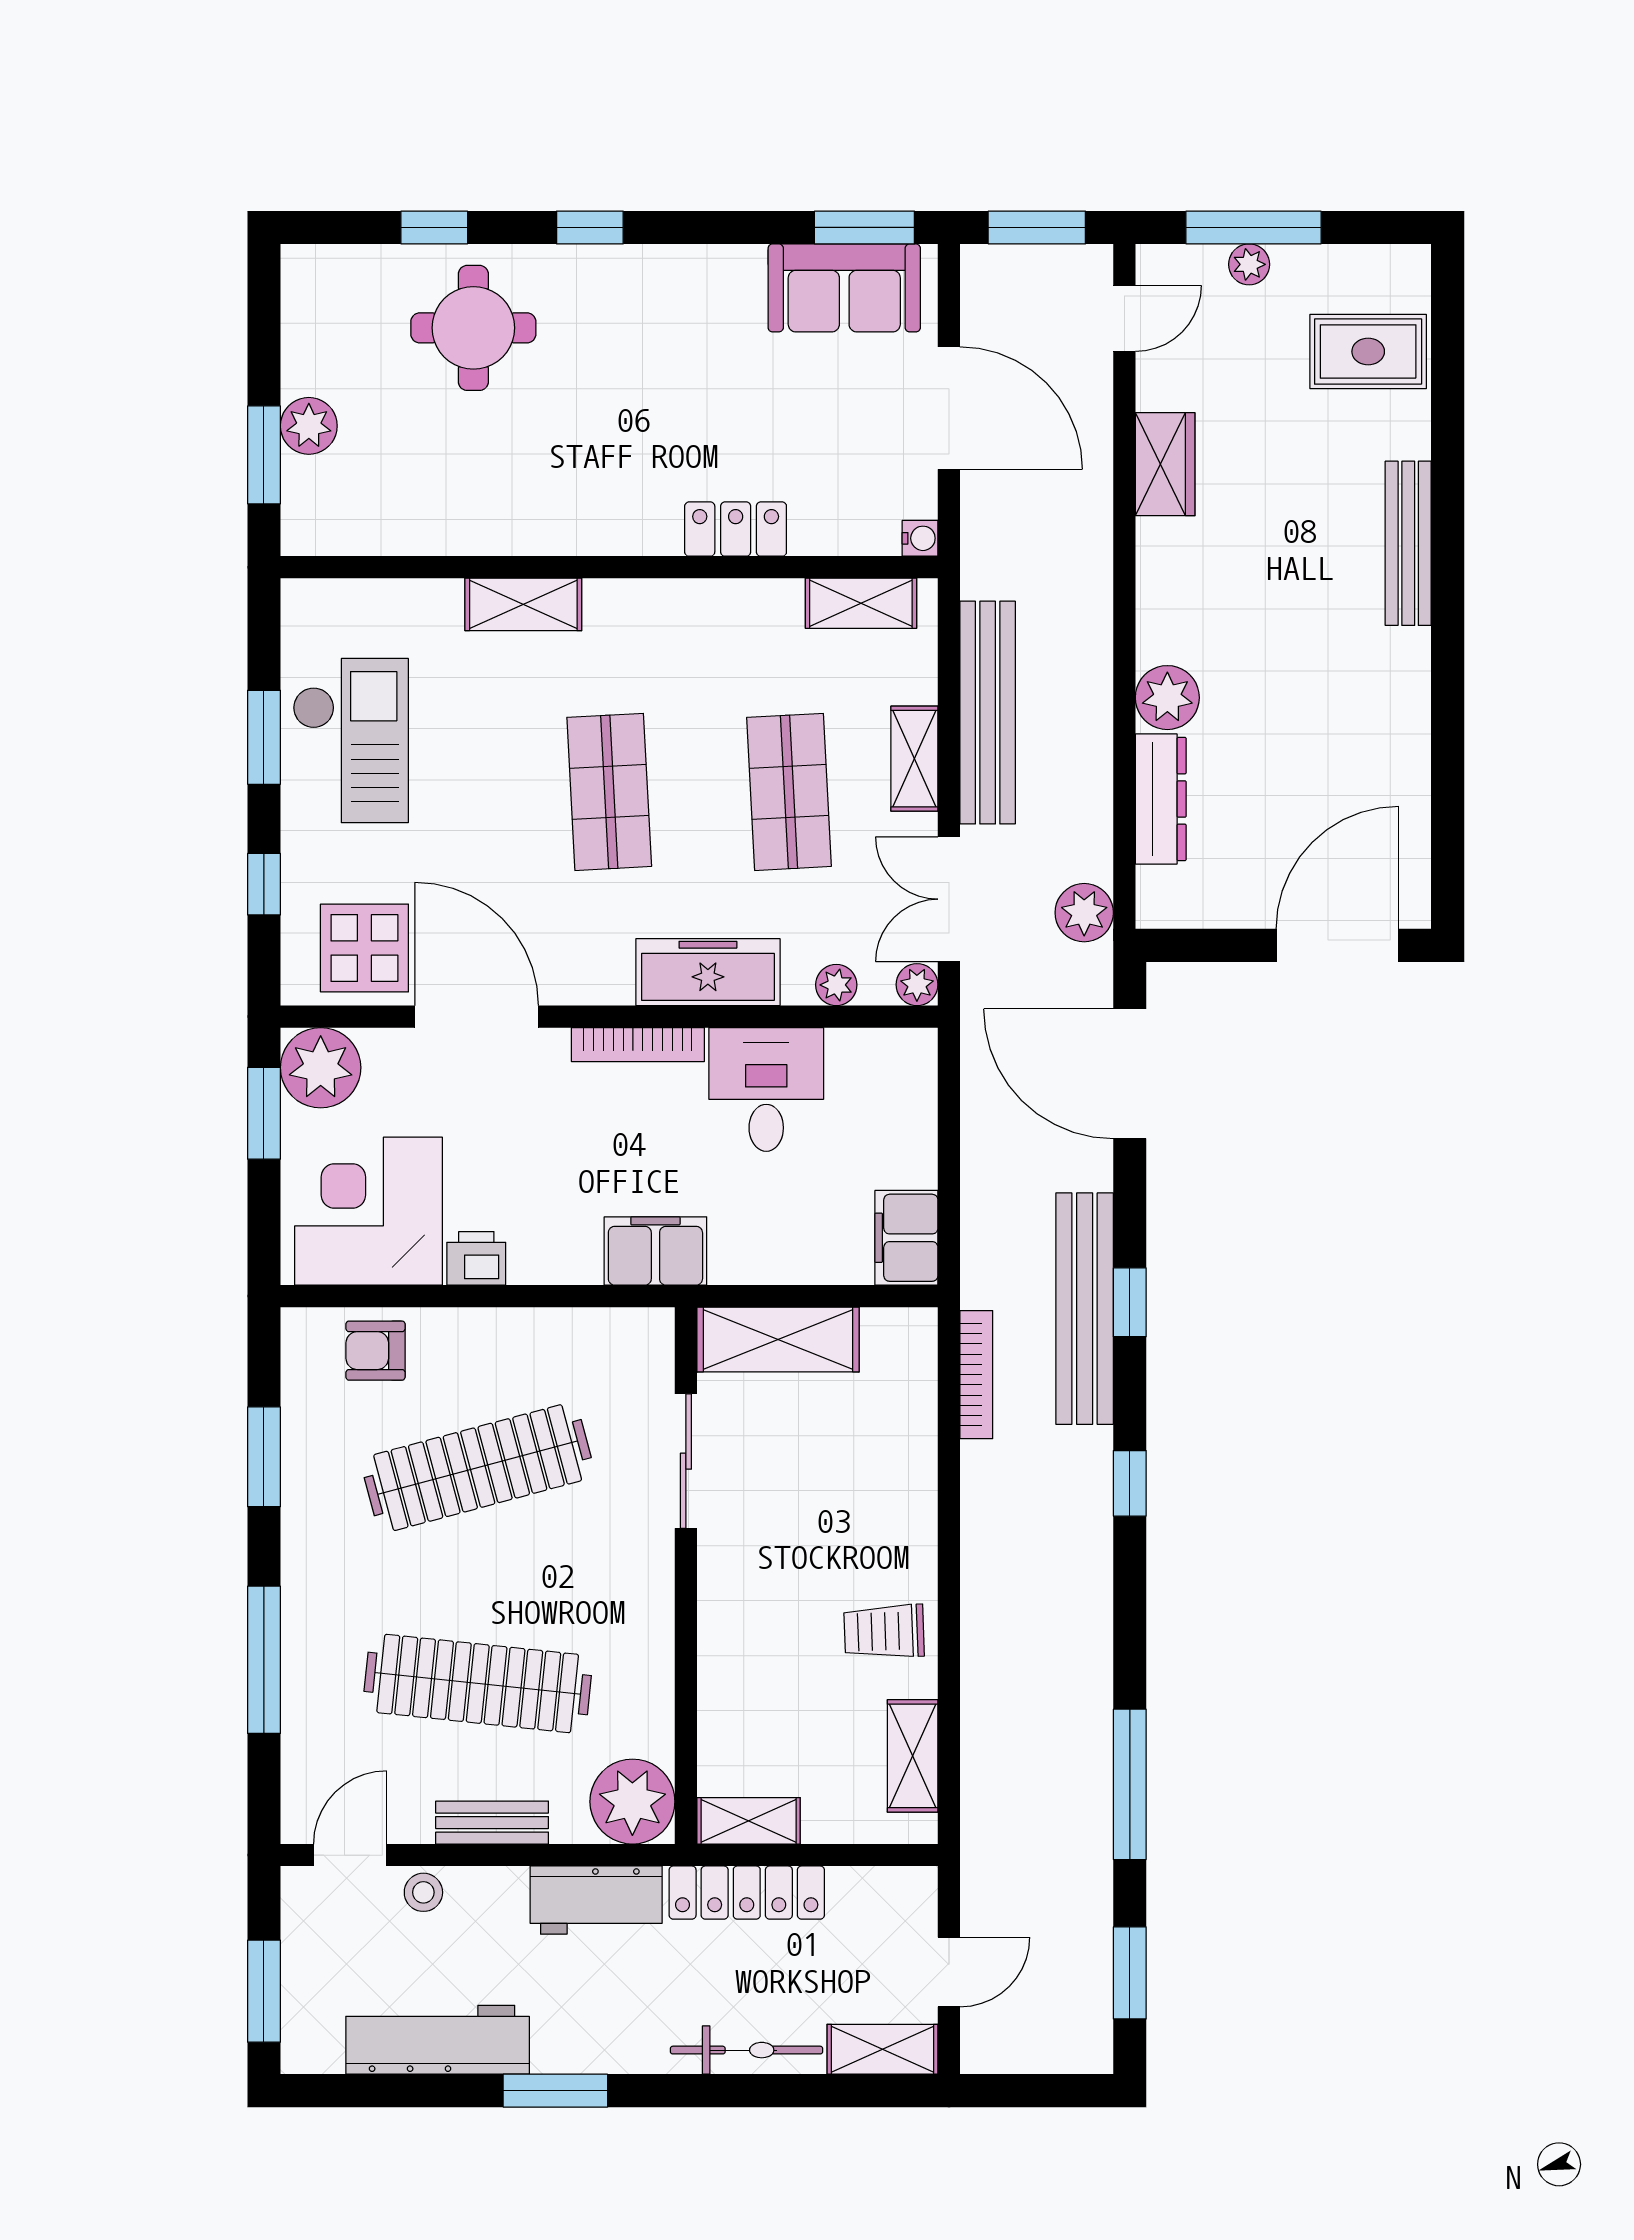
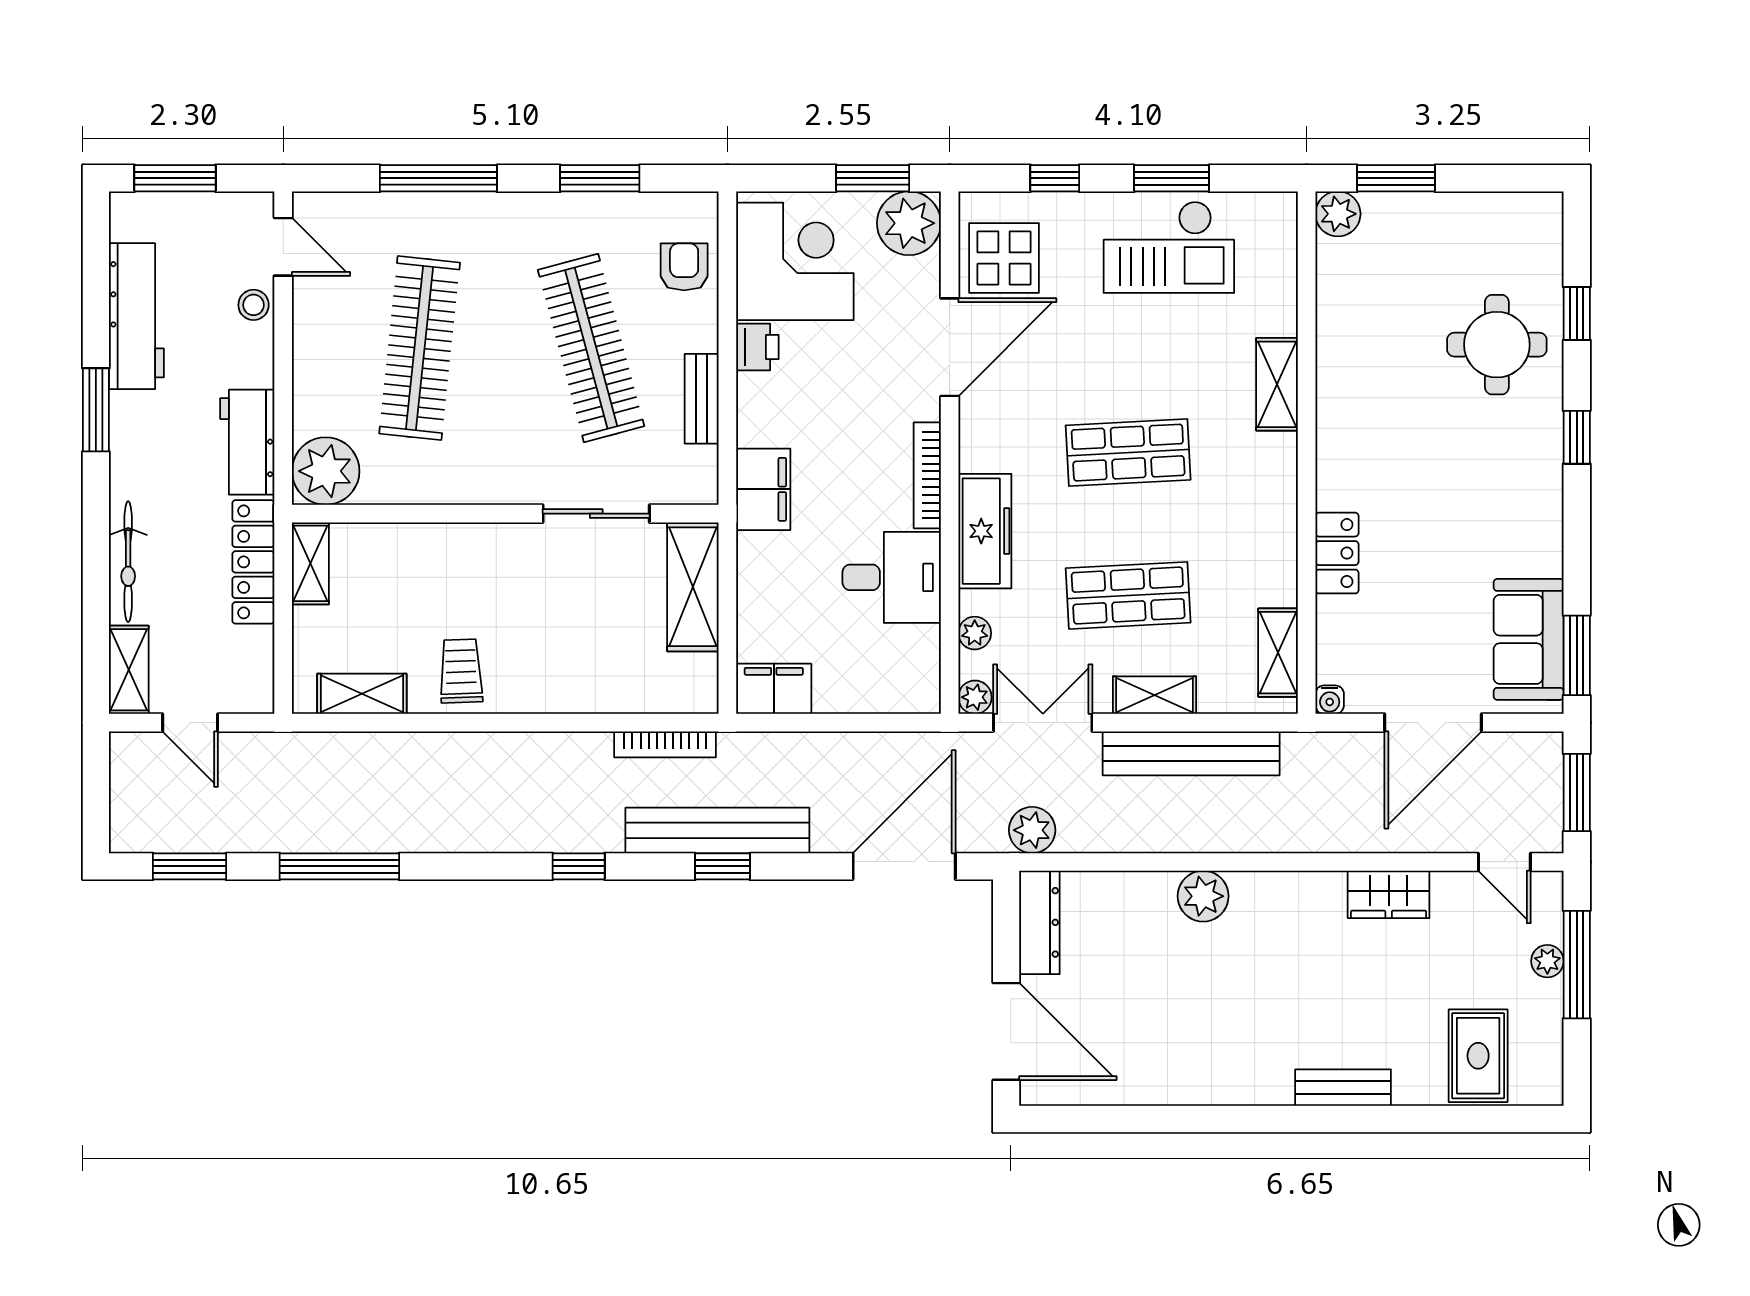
plant: (309, 426) -> (1338, 214), moved
bench: (1408, 543) -> (1343, 1088), width x0.73
dresser: (1161, 799) -> (1039, 922), moved, turned -90
bench: (492, 1823) -> (702, 399), moved

